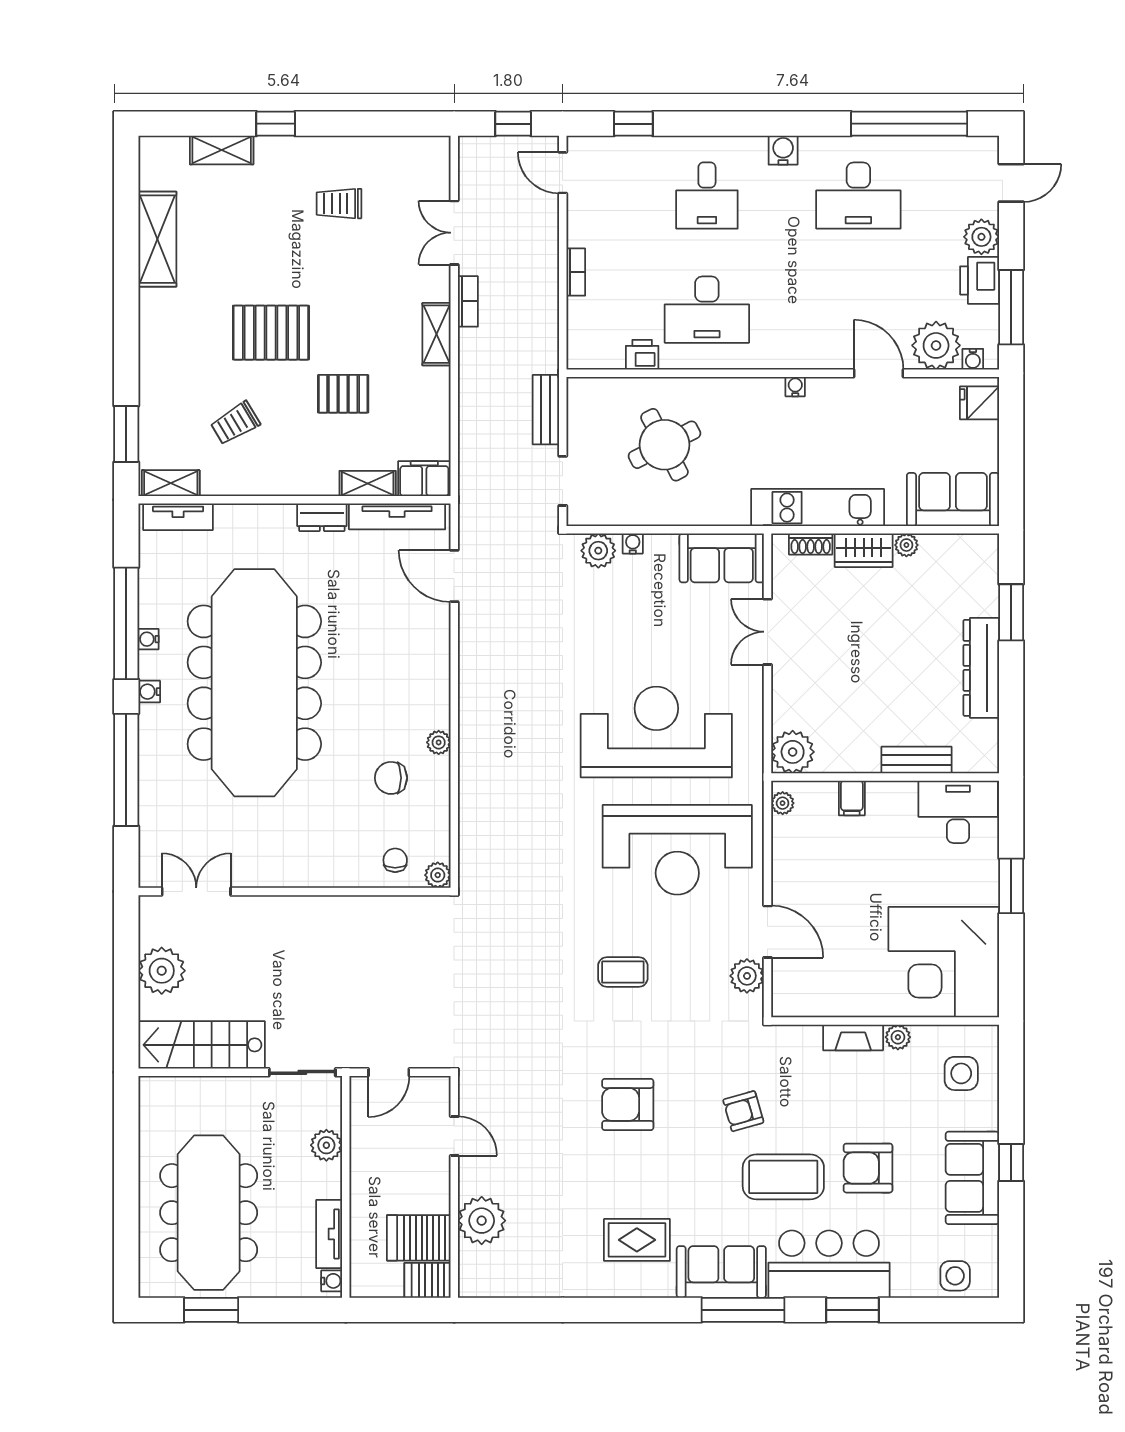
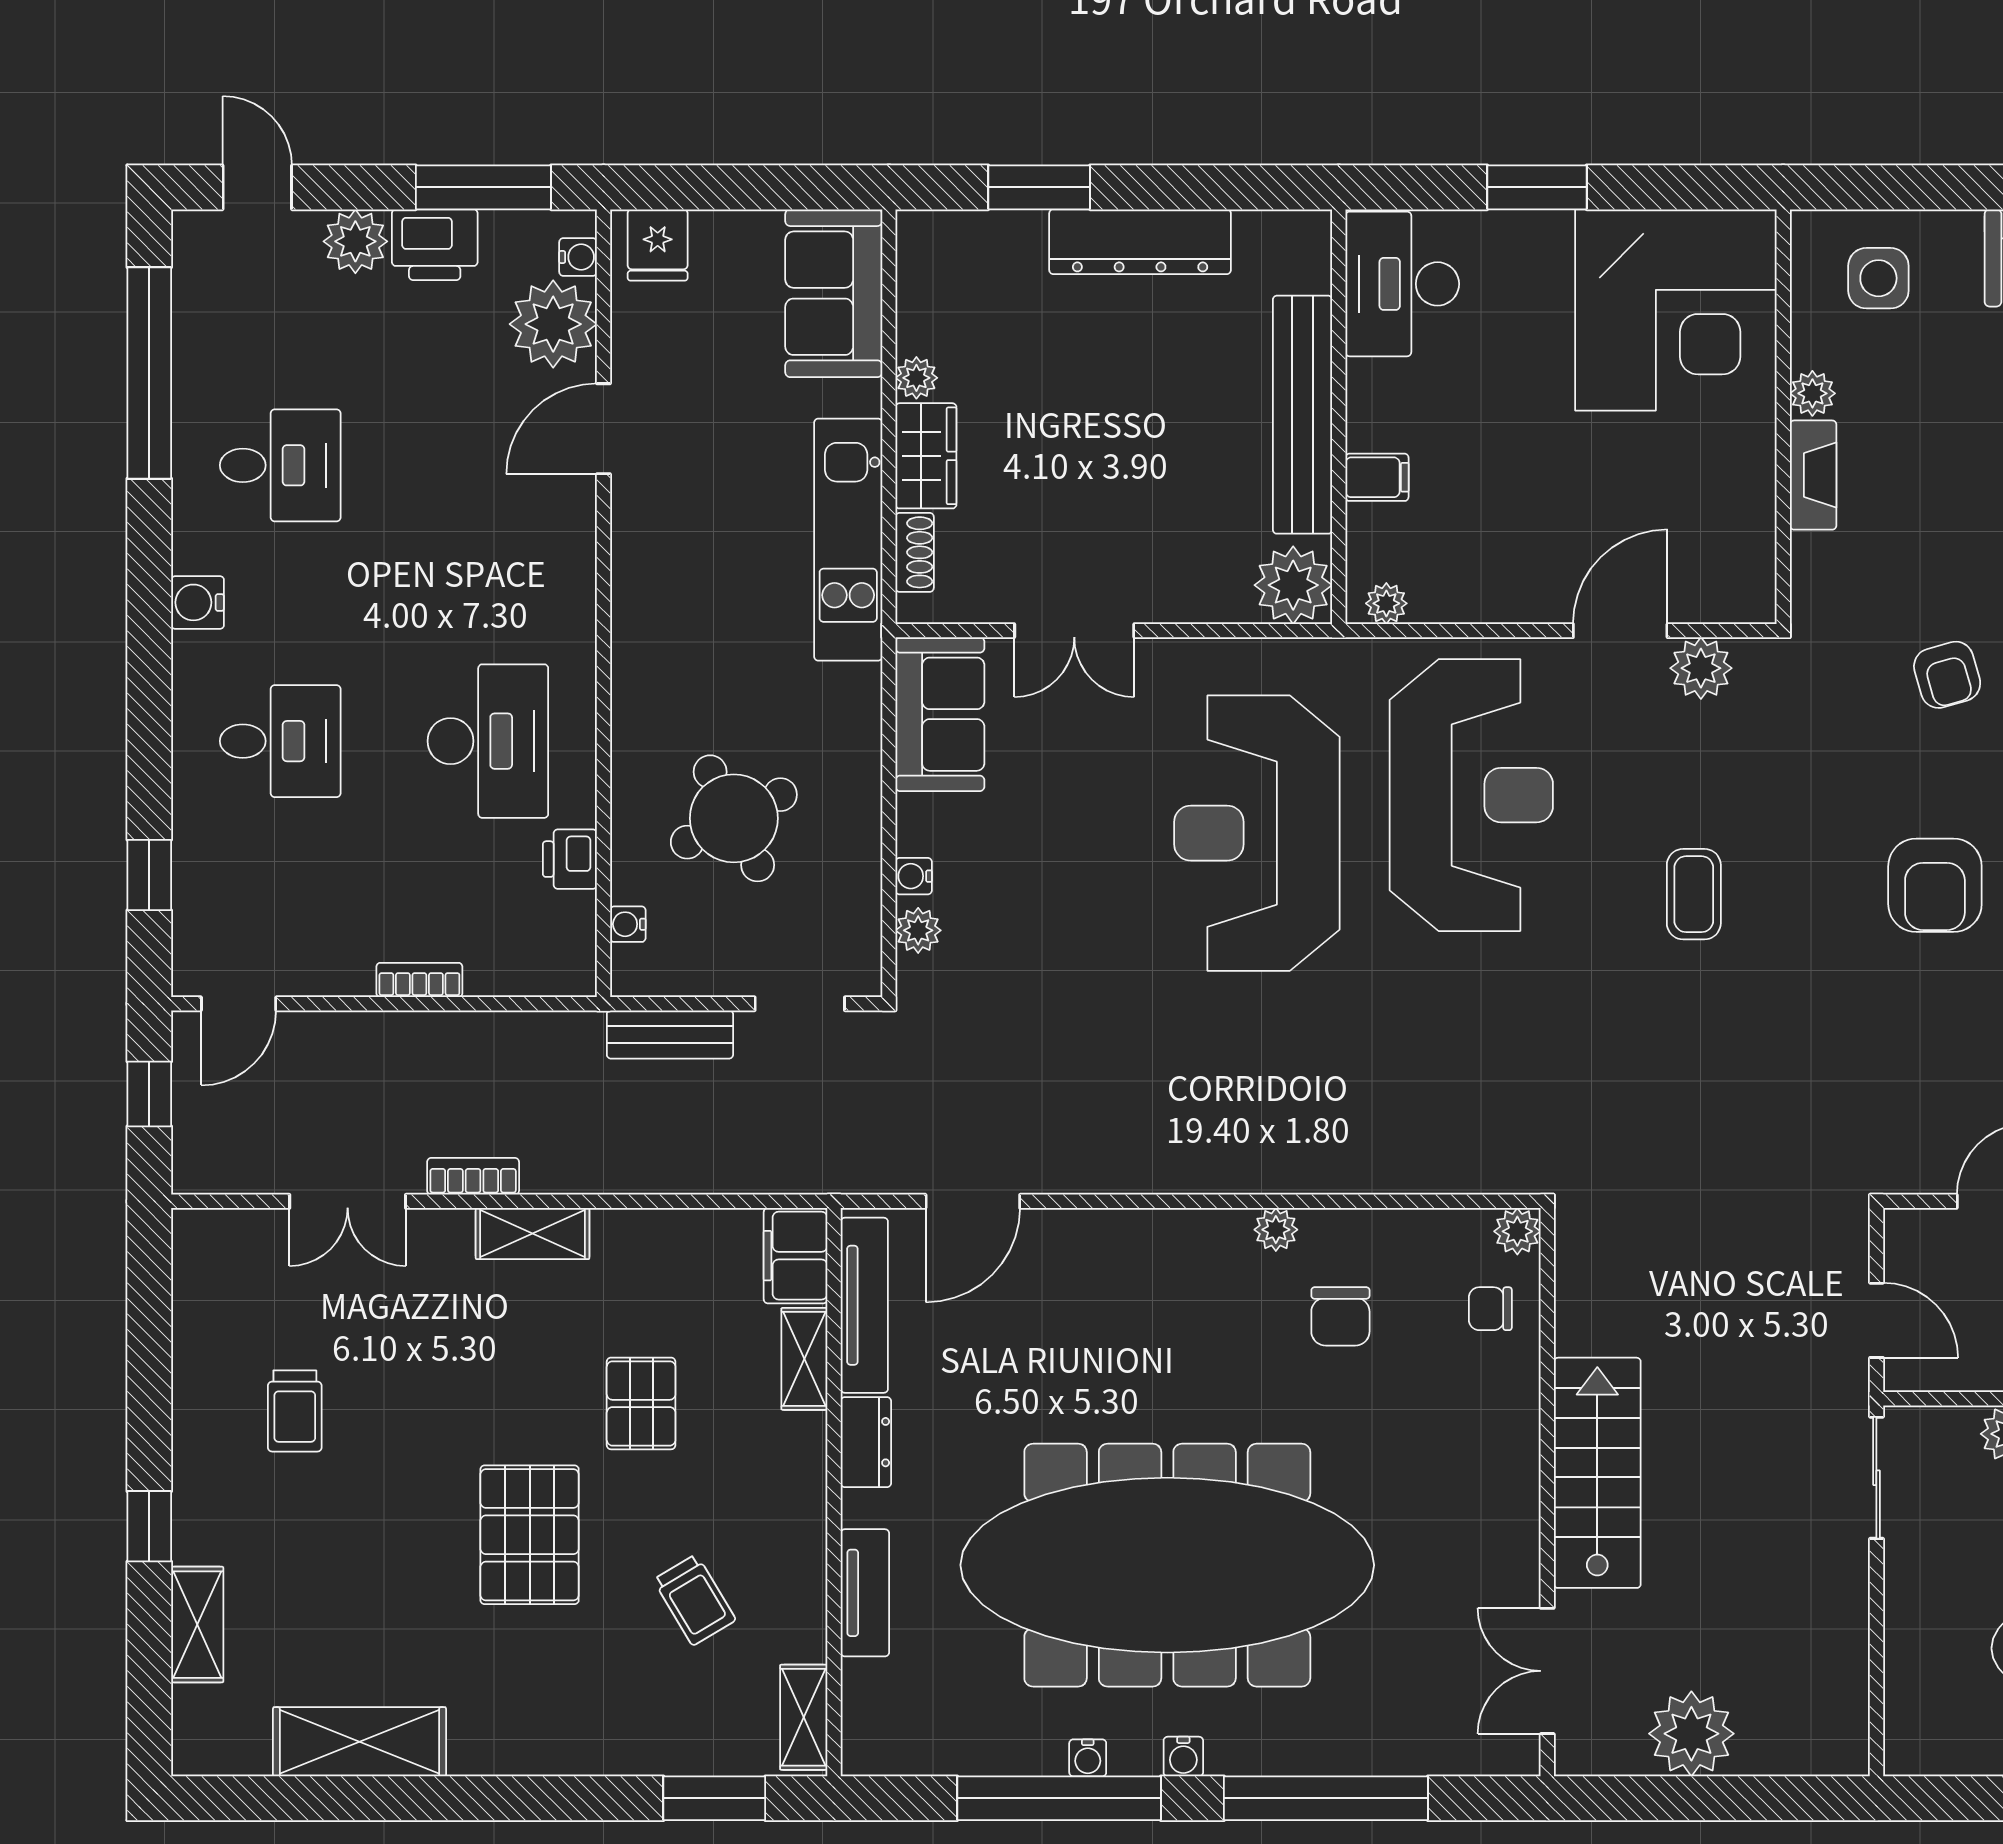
desk: (858, 196) -> (280, 465), width x0.73
water cooler: (795, 387) -> (628, 924), moved
tv unit: (178, 517) -> (865, 1593), moved
plant: (598, 551) -> (918, 930), width x0.73, depth x0.73
bench: (917, 760) -> (1303, 415), width x1.86, depth x1.21
stairs: (202, 1045) -> (1597, 1473), moved, turned 180

